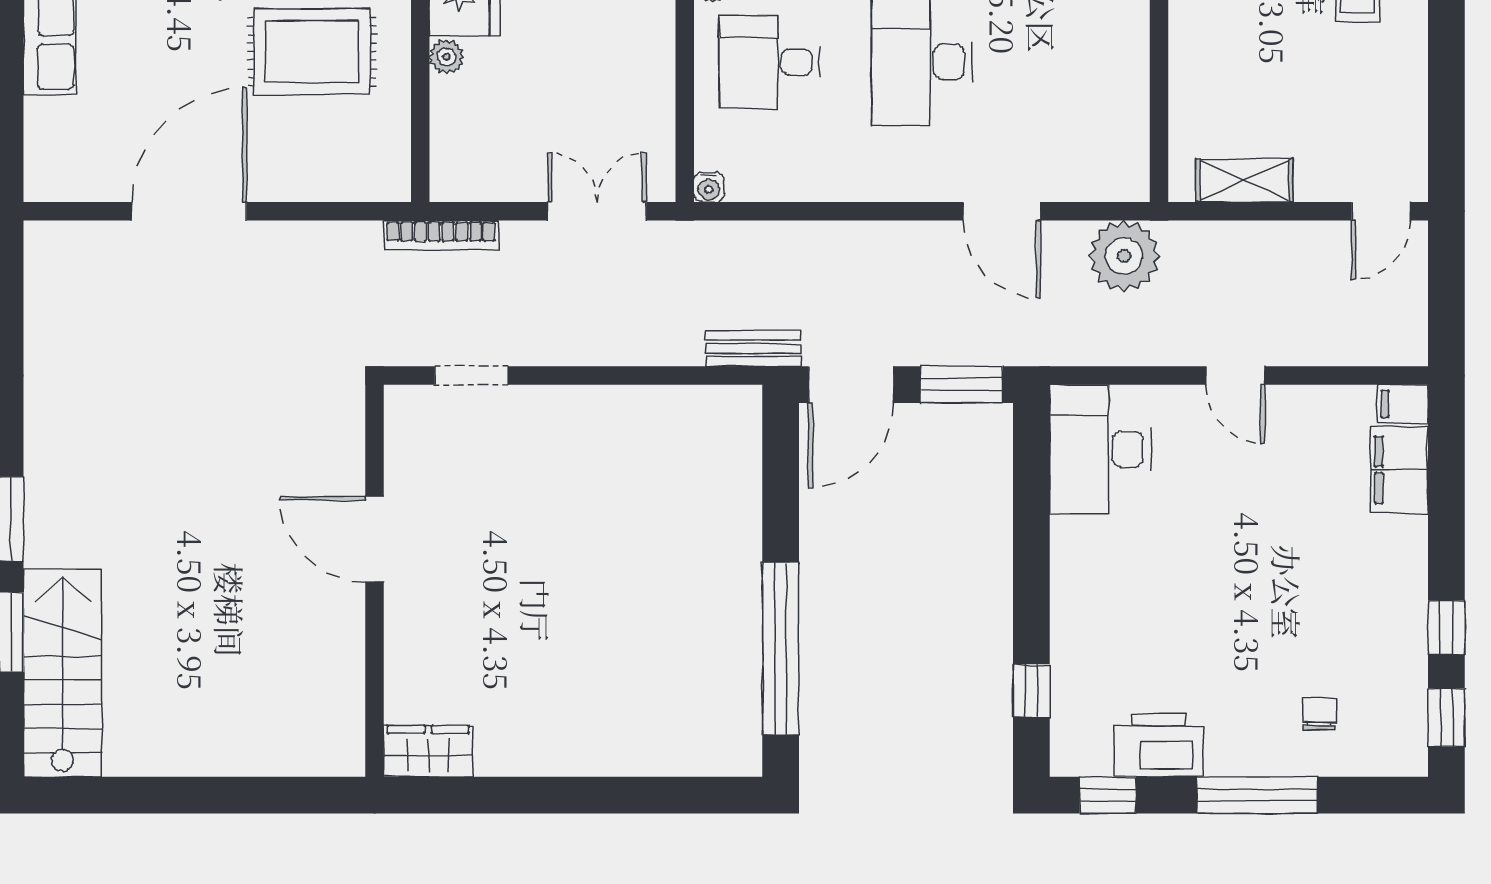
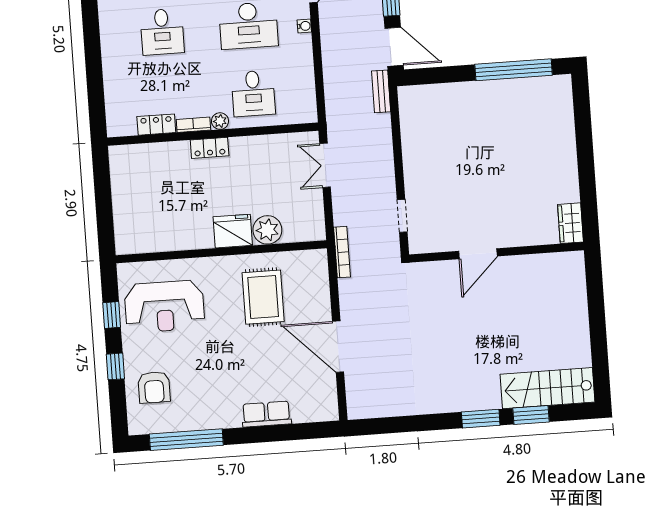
plant: (447, 57) -> (267, 230), width x1.88, depth x1.88
water cooler: (709, 187) -> (304, 26), moved
bookcase: (441, 235) -> (342, 252), moved

